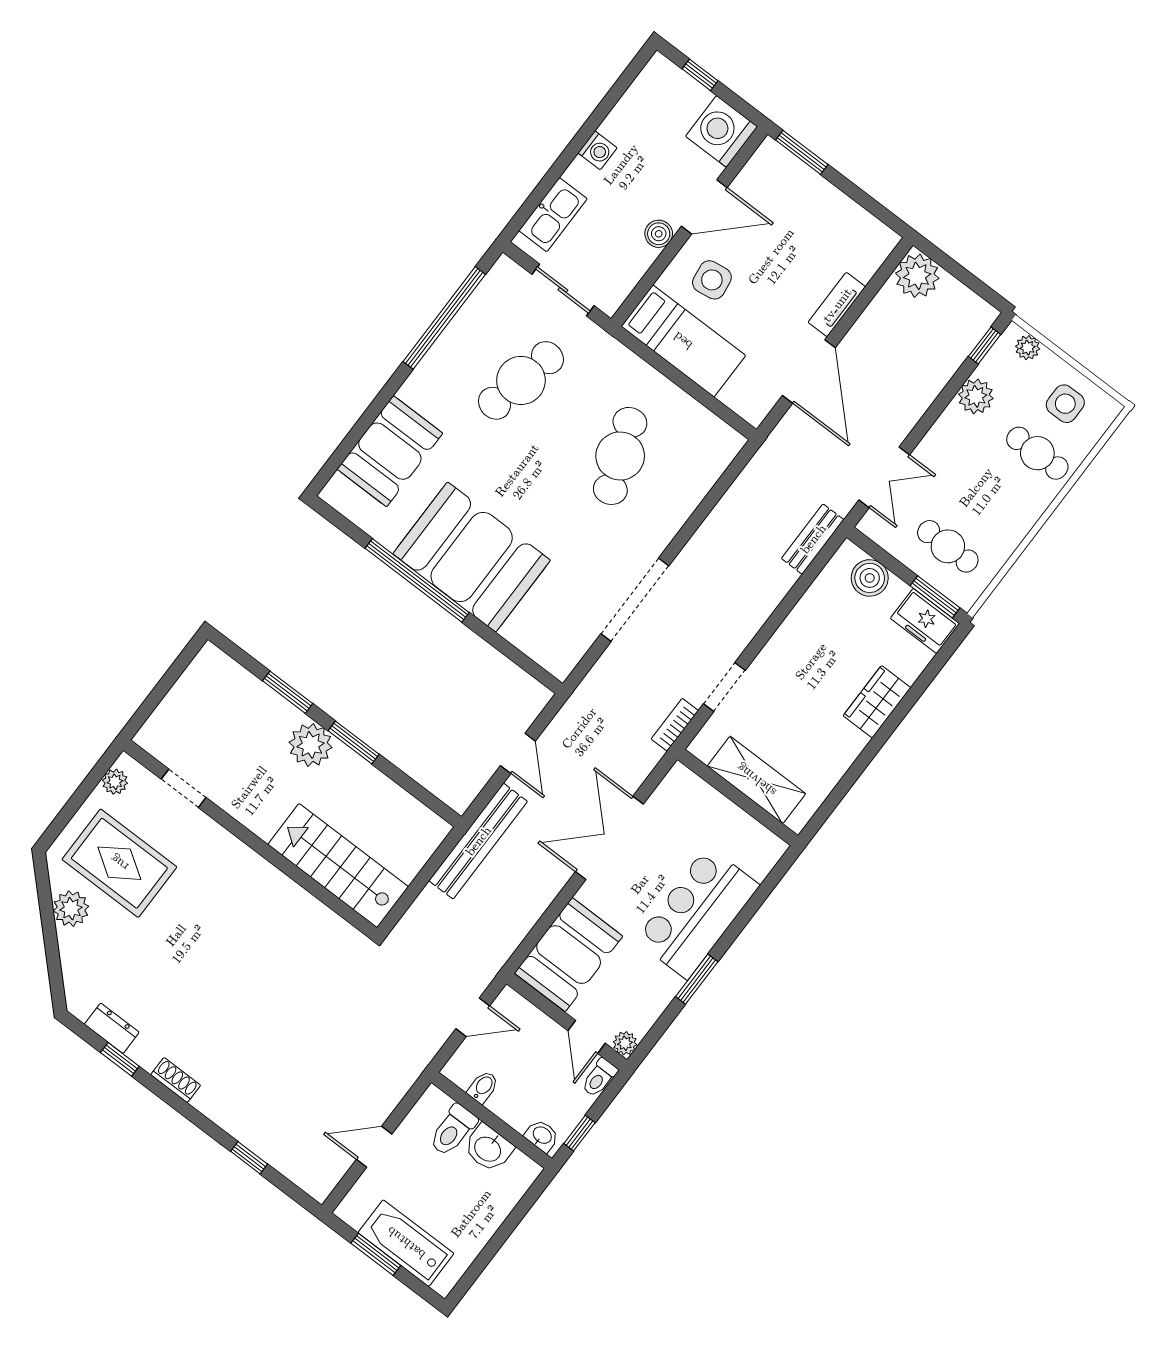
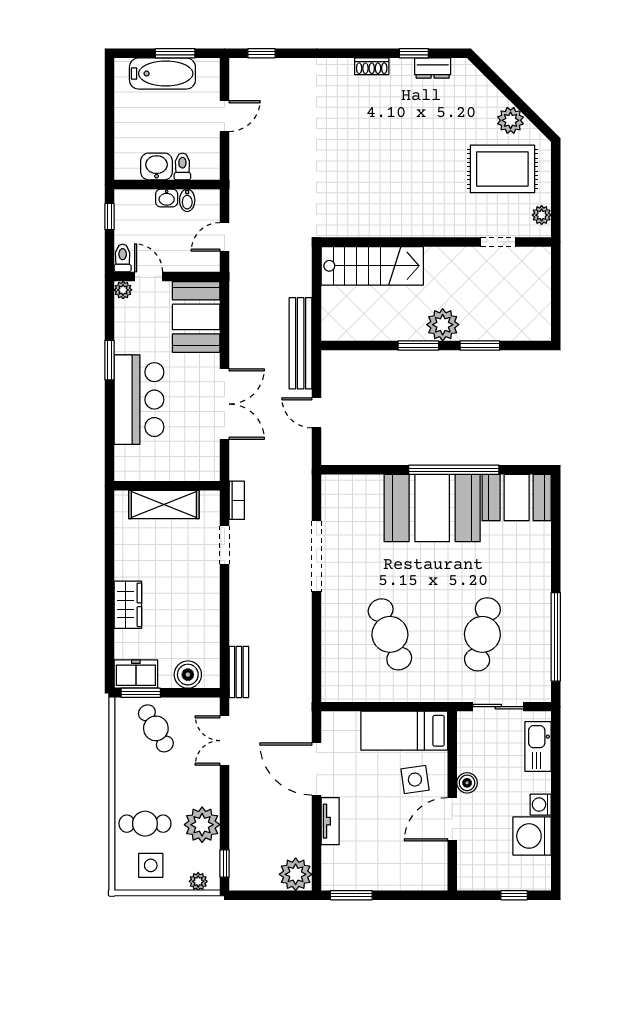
washing machine: (722, 131) -> (532, 836), moved, turned 180
window: (802, 152) -> (351, 895), moved
plant: (976, 396) -> (202, 825), width x1.36, depth x1.36
booth: (390, 451) -> (517, 497), moved, turned 90
cafe table: (948, 546) -> (156, 728), turned 60
toilet: (453, 1130) -> (182, 166), width x0.73, depth x0.72
washbasin: (542, 1136) -> (167, 198), moved
window: (249, 1158) -> (261, 53), moved

